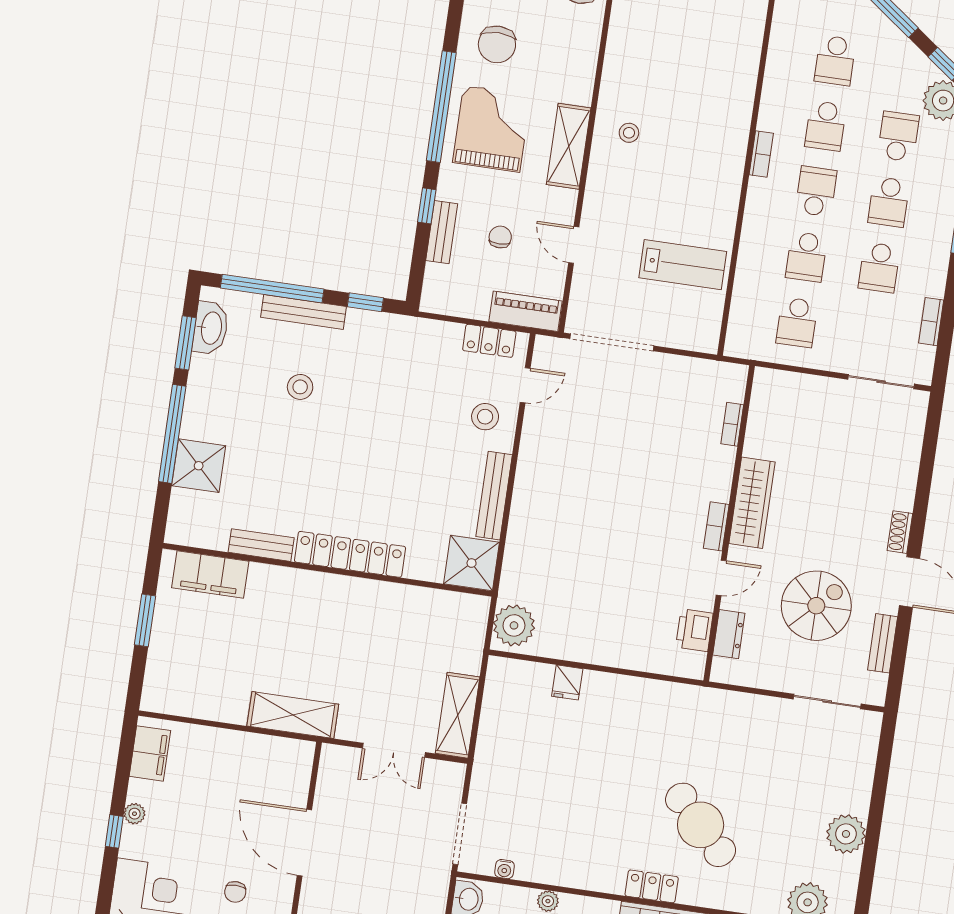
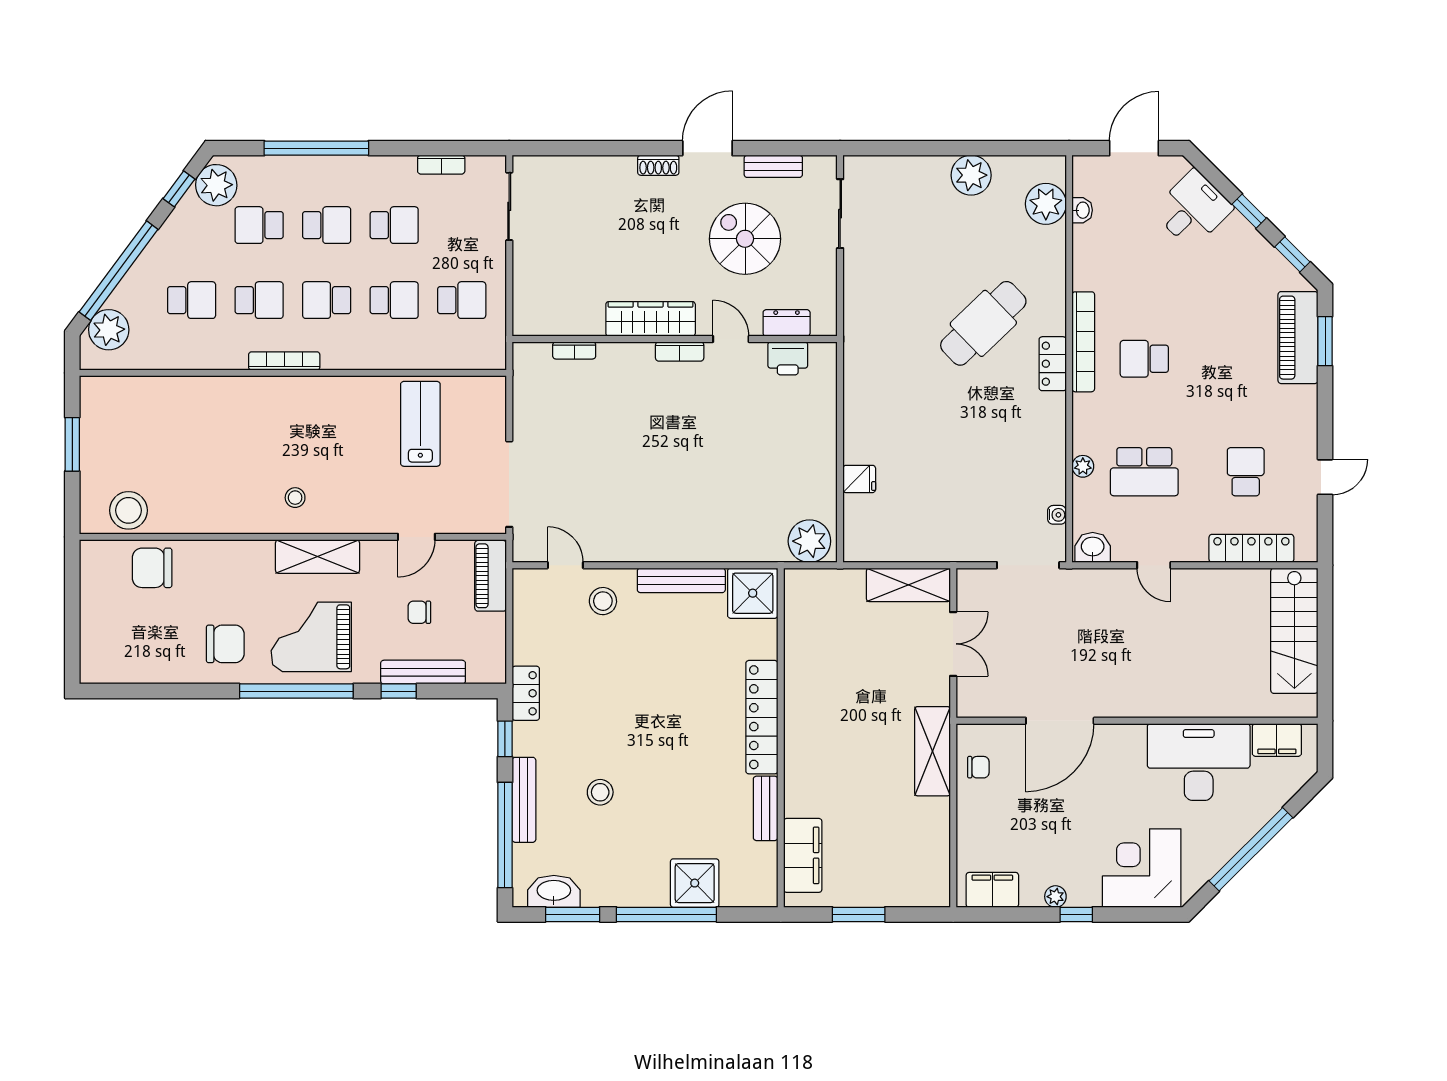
bookcase: (761, 154) -> (284, 361), width x1.56
bench: (442, 232) -> (423, 672), width x1.36
locker: (489, 341) -> (526, 693), moved
chair: (235, 892) -> (978, 767), moved

